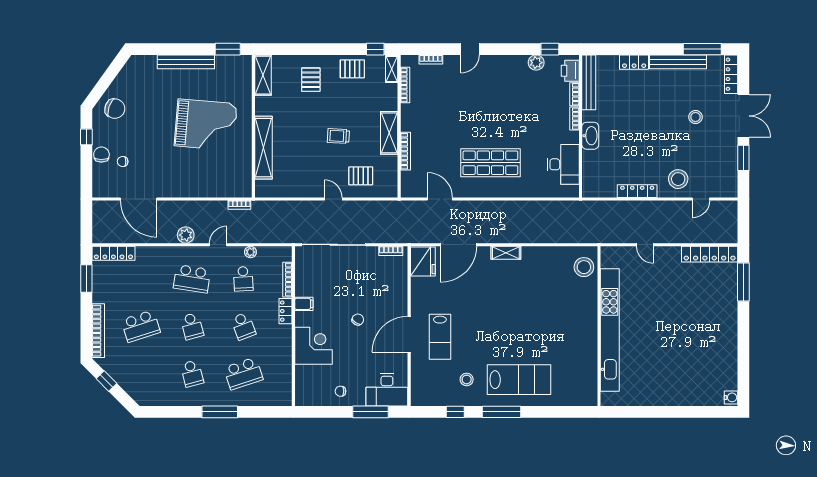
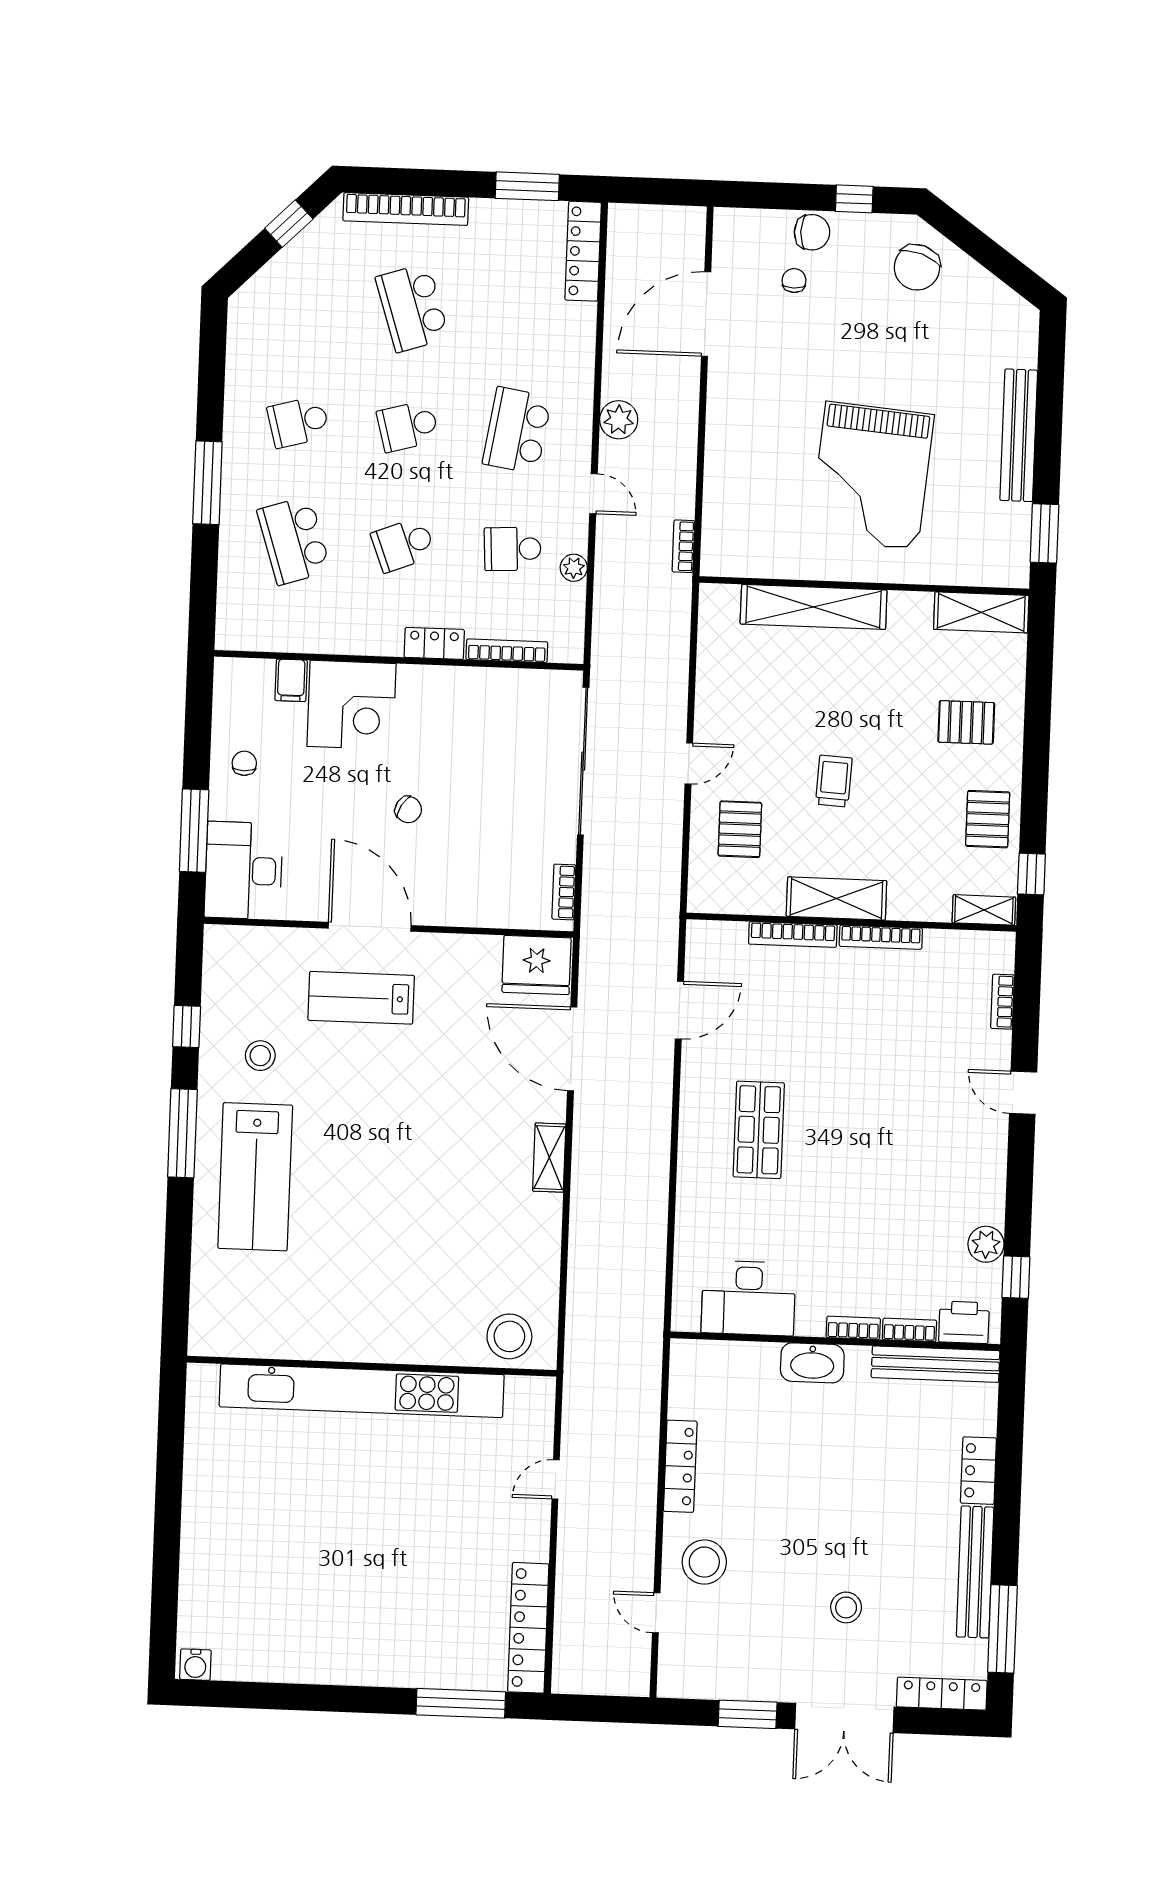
bookcase: (405, 85) -> (881, 937), moved
shop shelf: (490, 163) -> (759, 1130), width x0.70, depth x0.74
filing cabinet: (304, 304) -> (291, 680), moved

